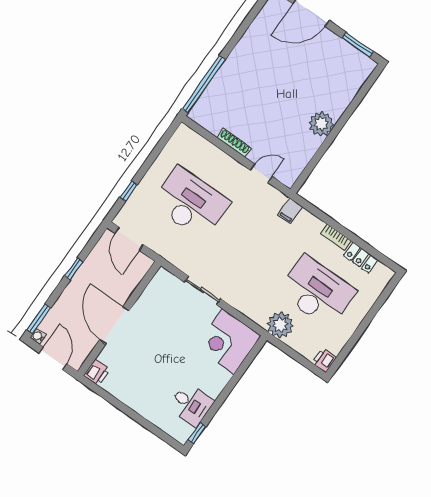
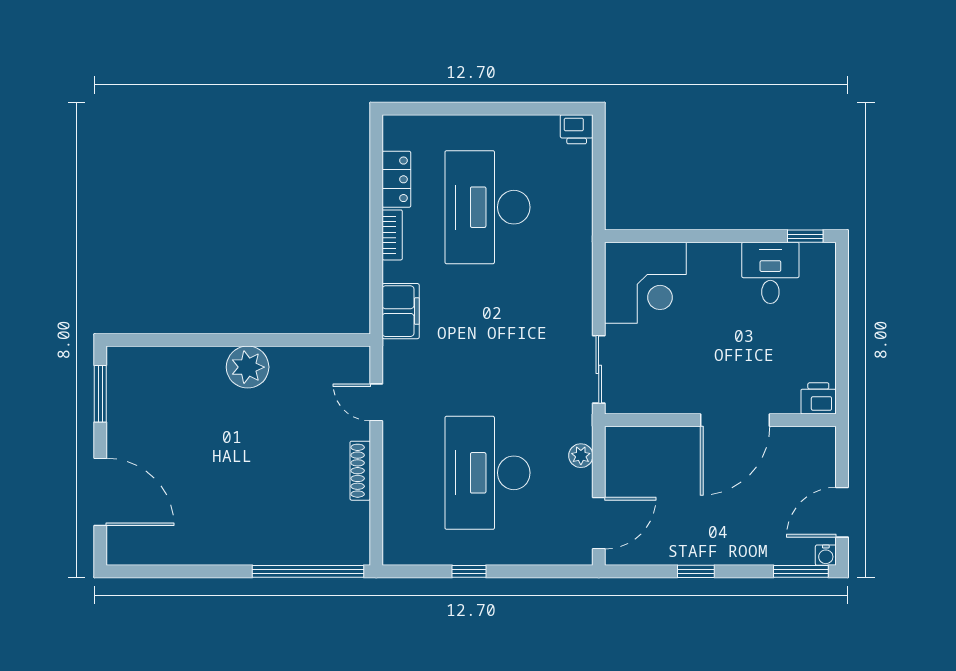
window: (128, 191) -> (469, 571), moved
filing cabinet: (290, 211) -> (401, 311), width x2.00
wall: (119, 318) -> (720, 420), moved
door: (114, 325) -> (735, 420), moved
plant: (280, 325) -> (581, 456), moved, width x0.53, depth x0.53
printer: (97, 372) -> (818, 398), moved

